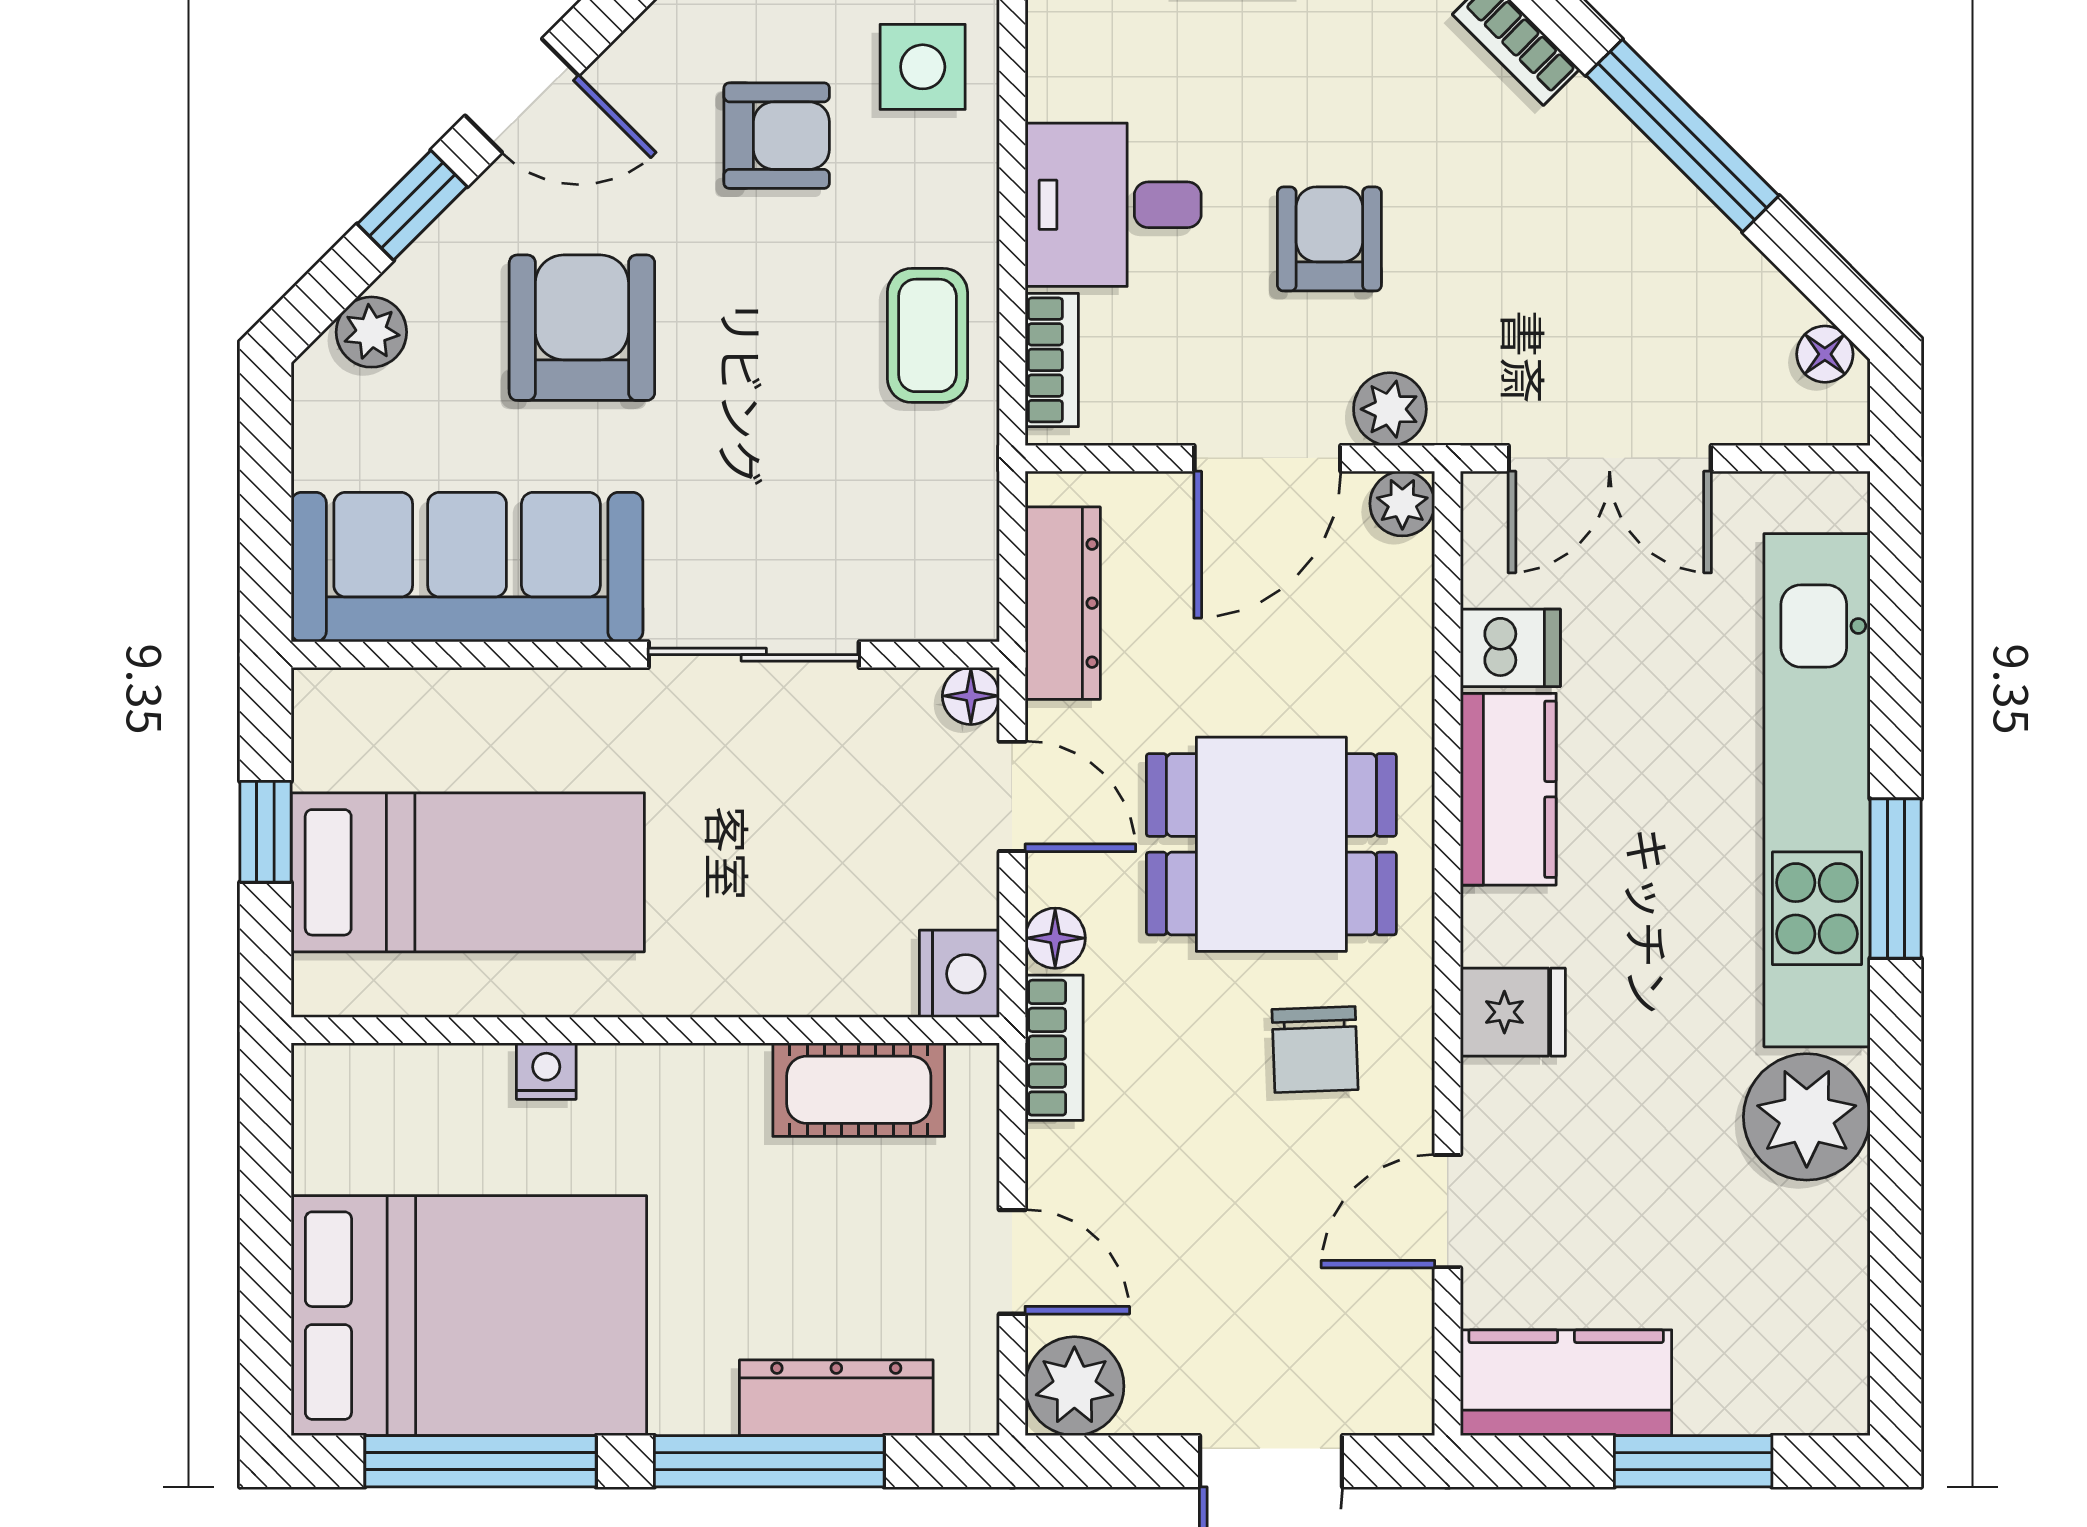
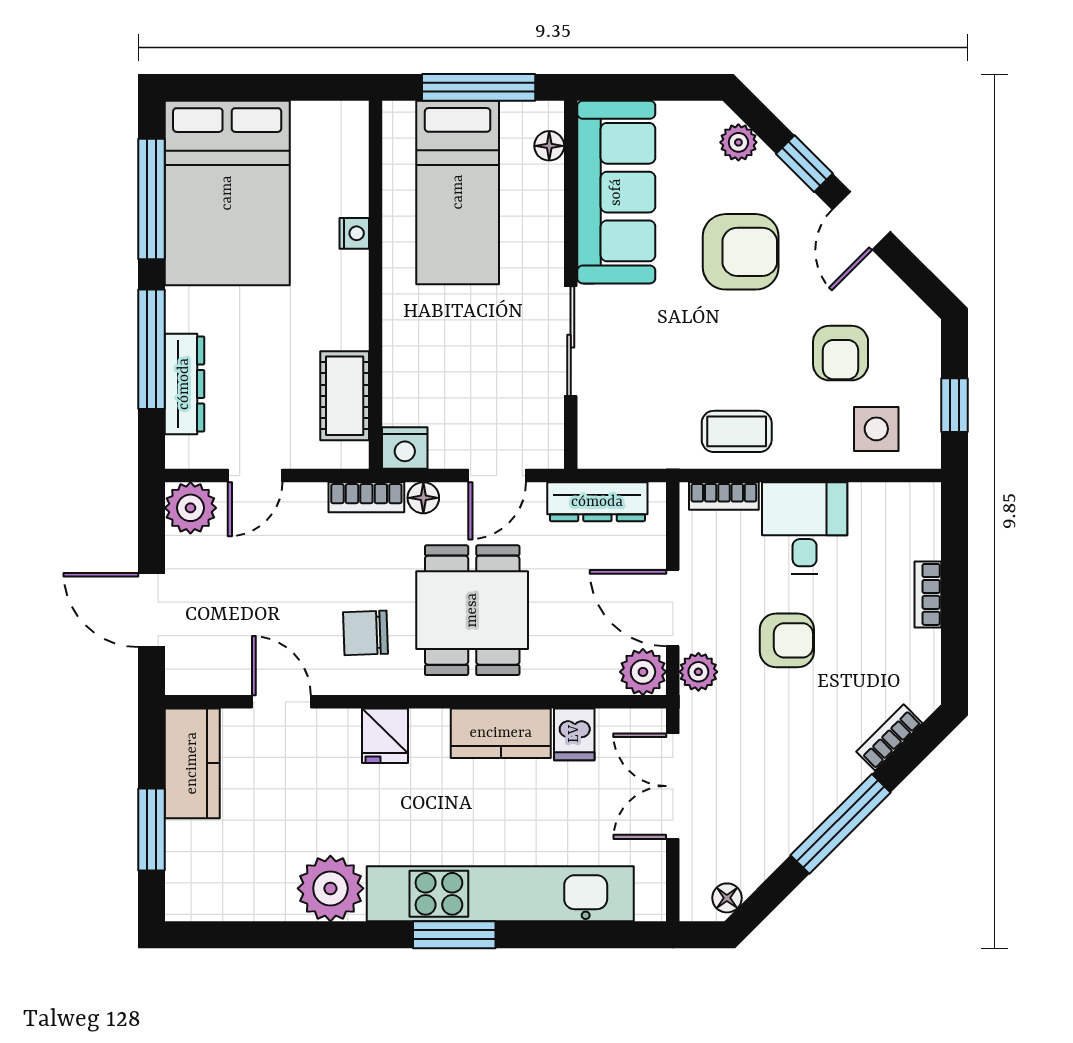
plant: (1402, 504) -> (643, 672), width x1.38, depth x1.38
floor lamp: (971, 696) -> (549, 146), moved
window: (265, 832) -> (479, 87), width x2.17

